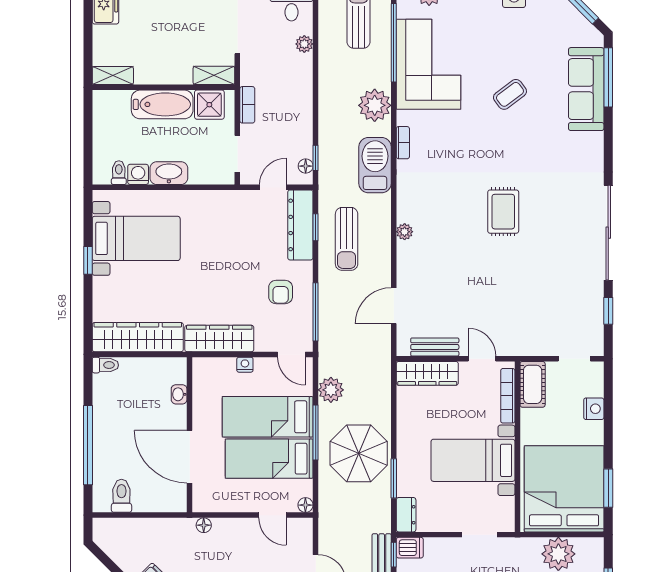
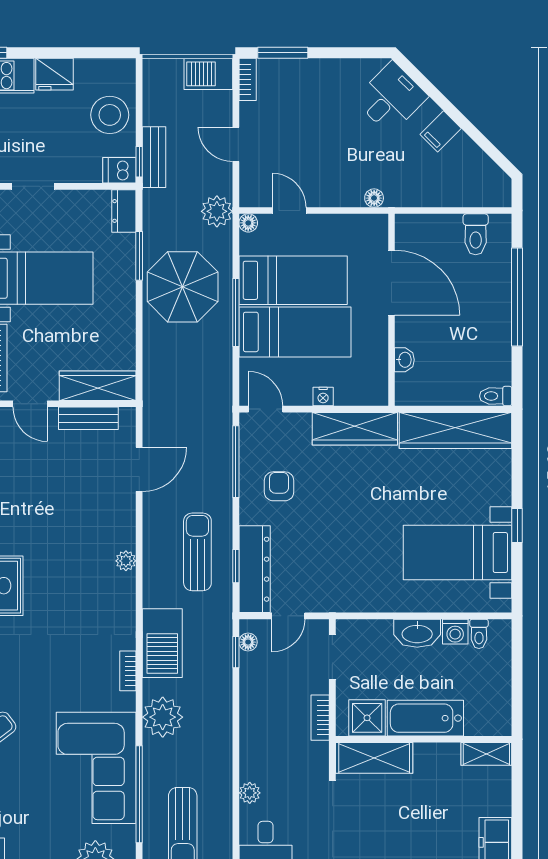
shelving: (214, 75) -> (374, 758), width x1.50, depth x1.33
plant: (331, 390) -> (217, 211), moved

